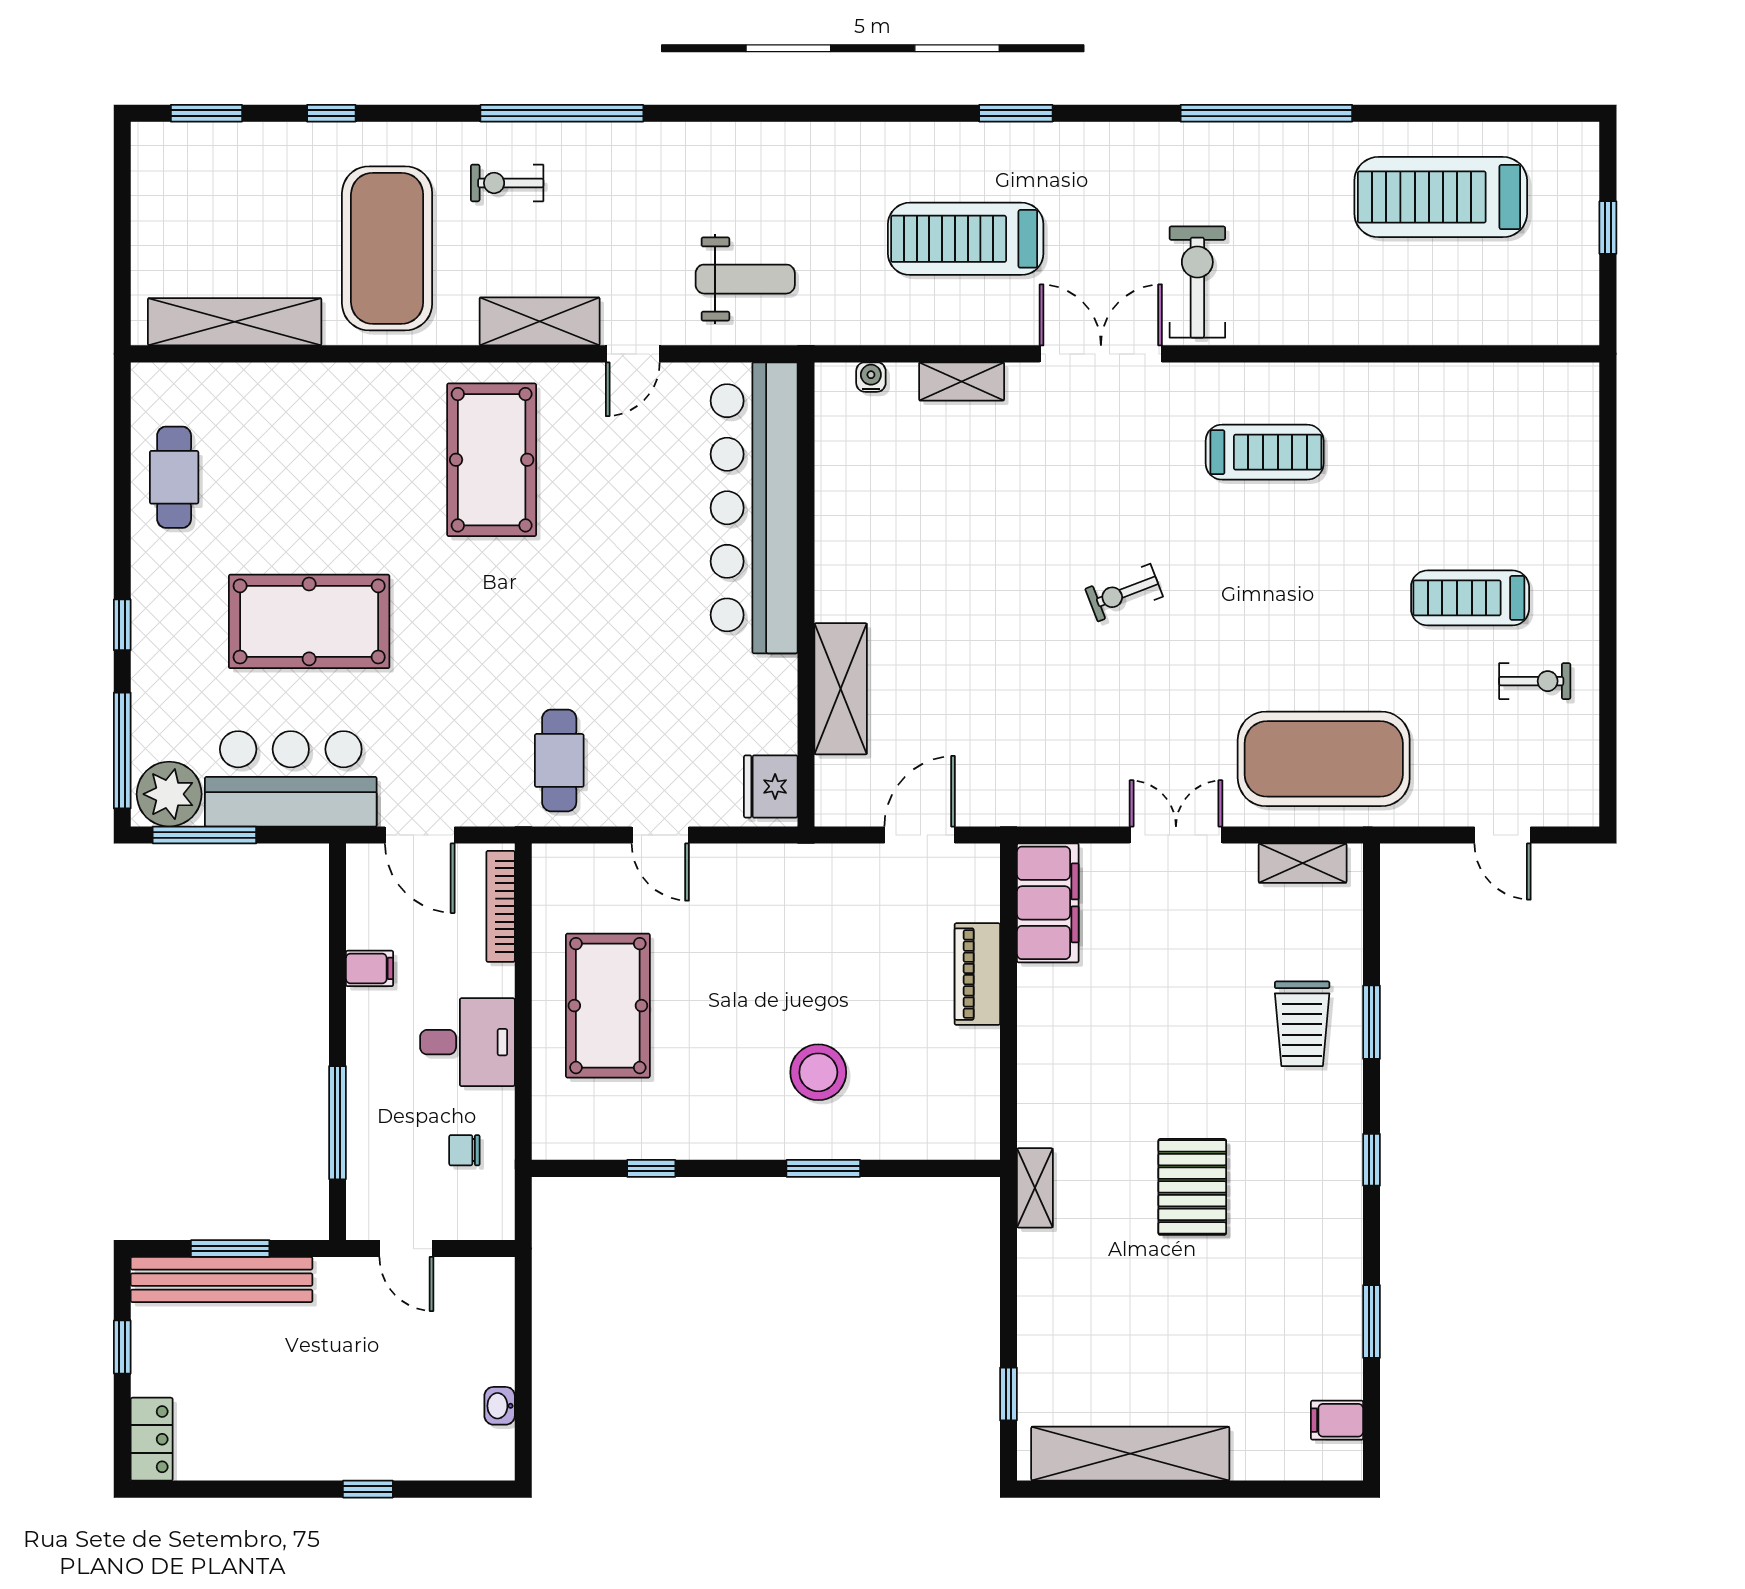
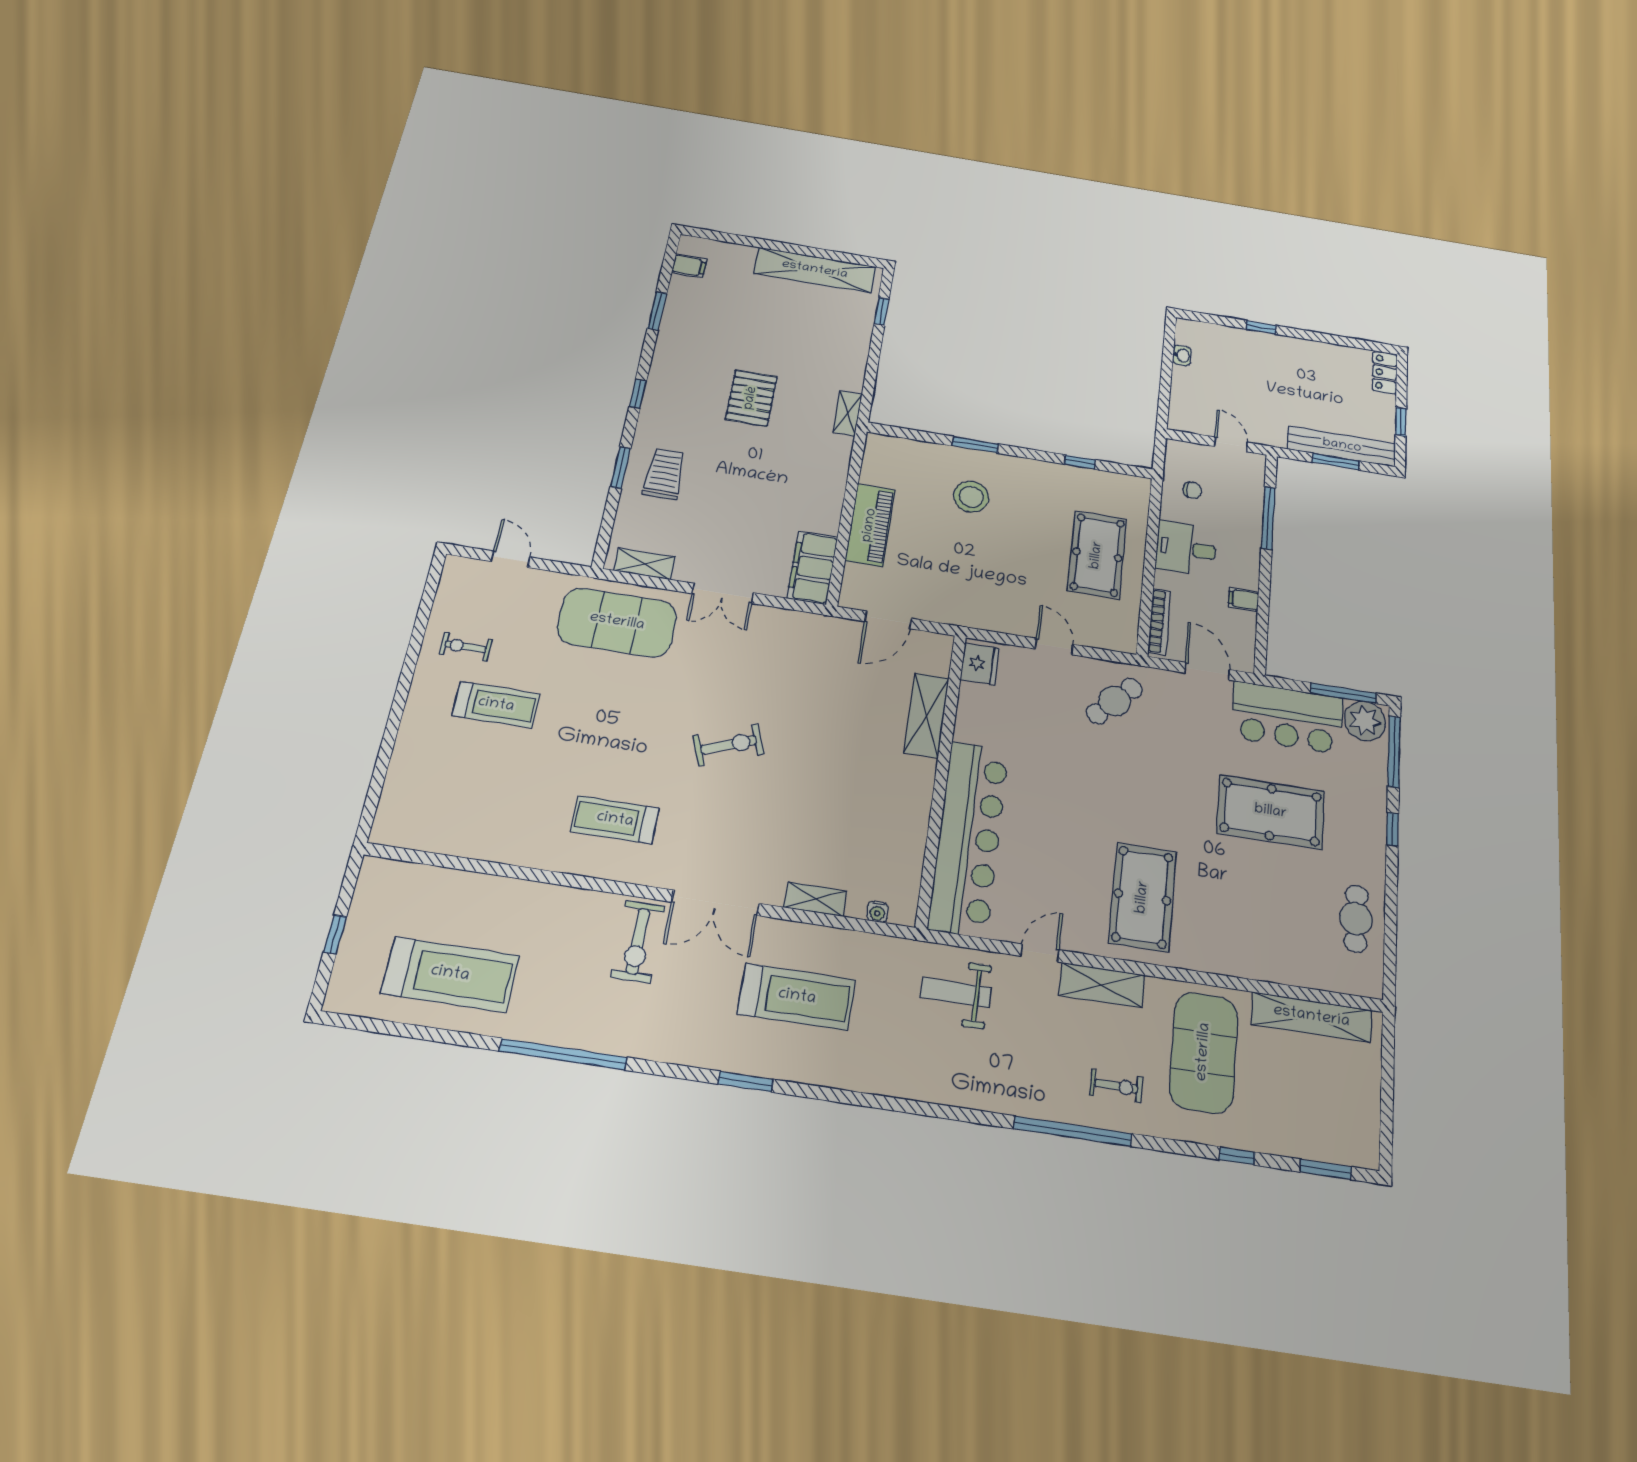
exercise bike: (1124, 593) -> (729, 745), width x1.38, depth x1.39
cafe table: (559, 760) -> (1114, 701), turned 44
piano: (977, 974) -> (870, 525), width x1.37, depth x1.33

